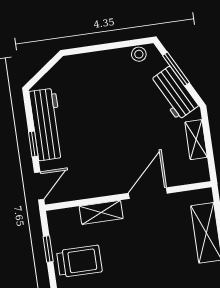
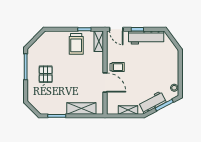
trolley: (114, 173) -> (117, 67), added
shelving: (101, 212) -> (99, 41), moved

